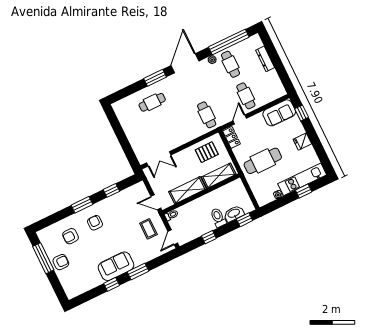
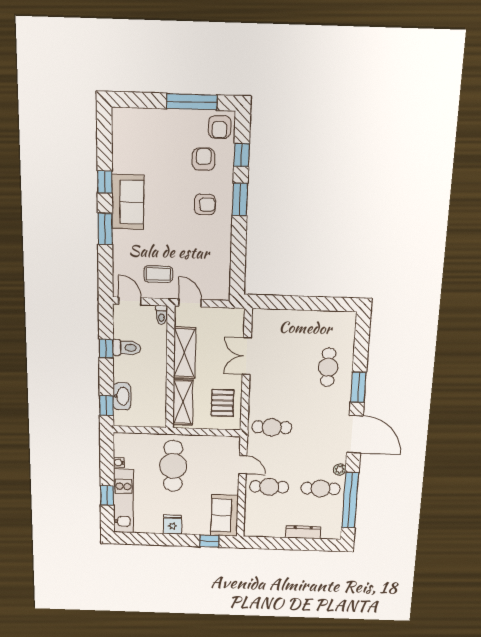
locker: (232, 137) -> (225, 443), removed
double door: (159, 159) -> (247, 356), moved
window: (111, 190) -> (241, 155), moved
door: (156, 202) -> (190, 303), hinge flipped
toilet: (218, 218) -> (127, 348), moved
armchair: (61, 262) -> (220, 127), moved

